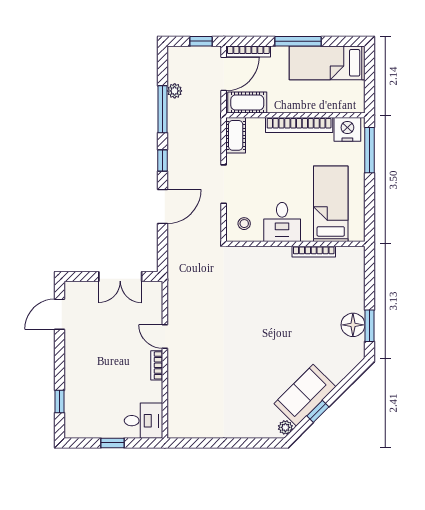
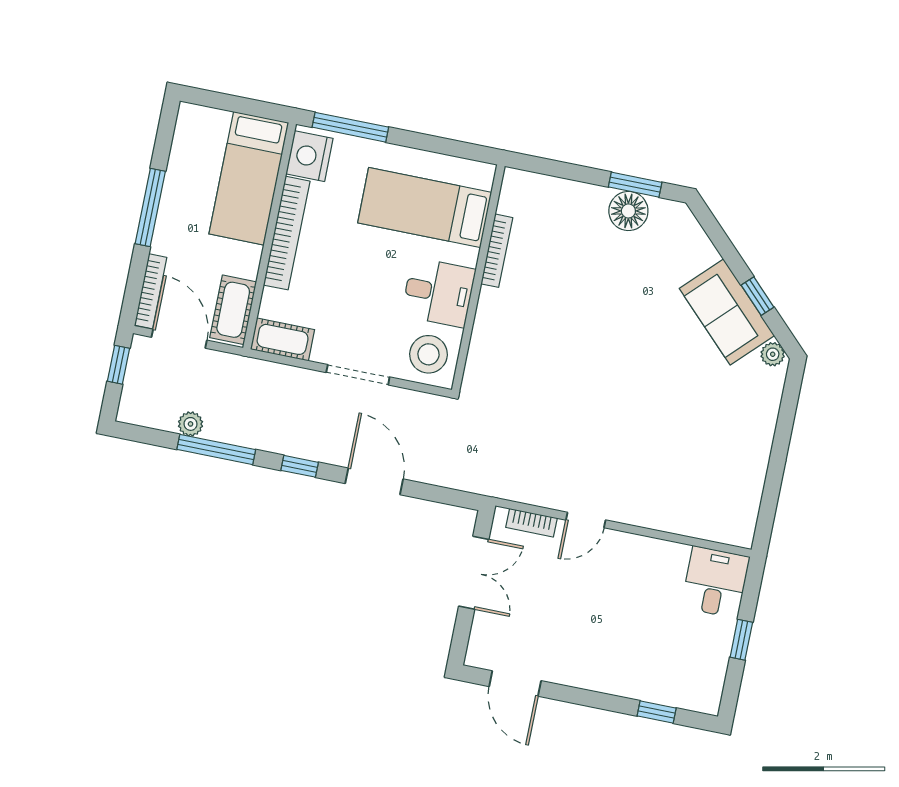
bed: (327, 63) -> (249, 178), moved
stool: (244, 224) -> (428, 354), width x1.89, depth x1.89
bookcase: (157, 365) -> (531, 523), moved

